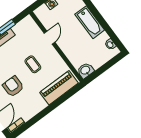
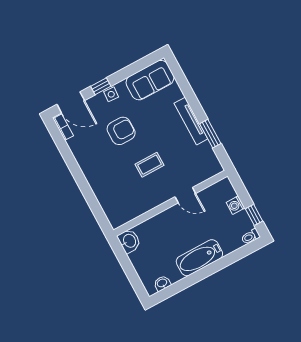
piano: (59, 88) -> (109, 198), removed

